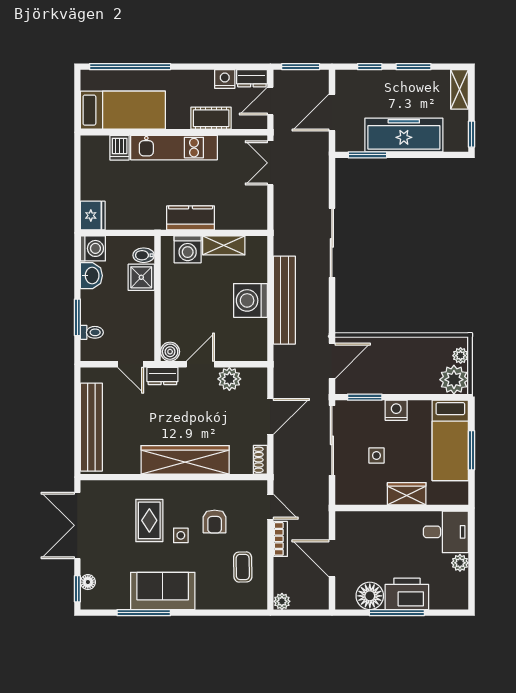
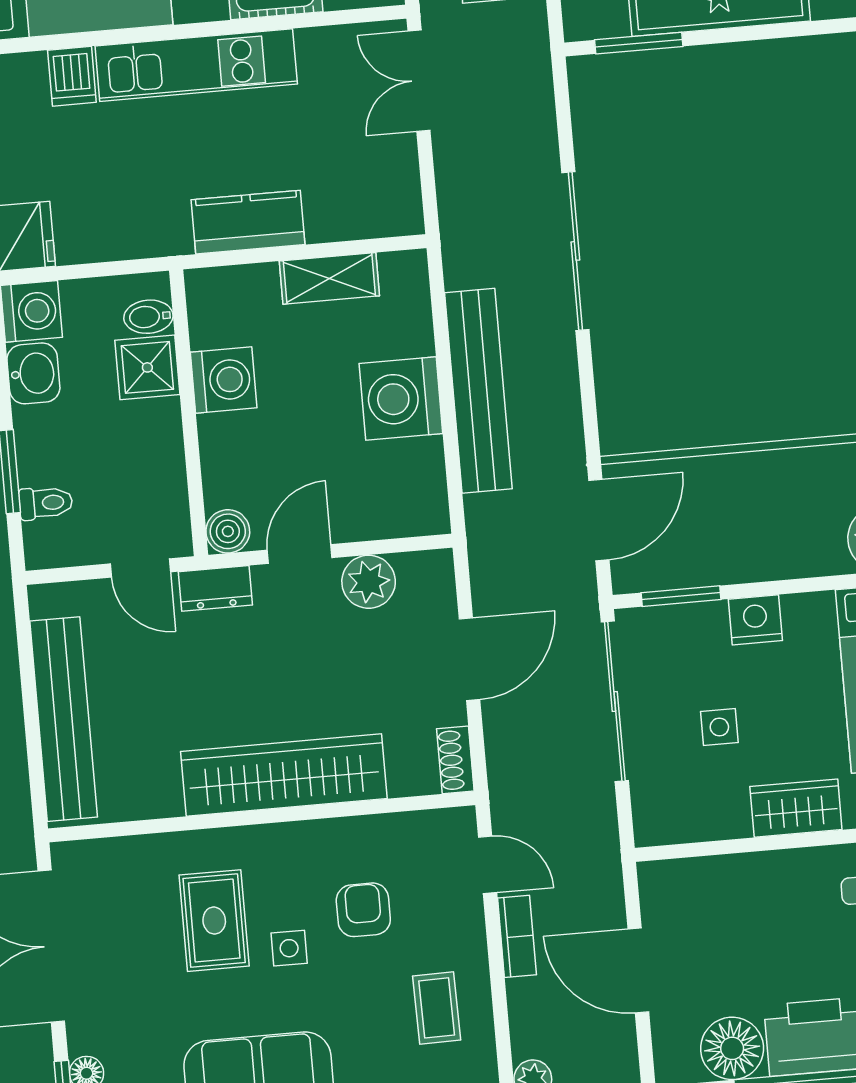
washing machine: (188, 249) -> (224, 380), moved, turned -90
armchair: (215, 521) -> (363, 910), turned 180

